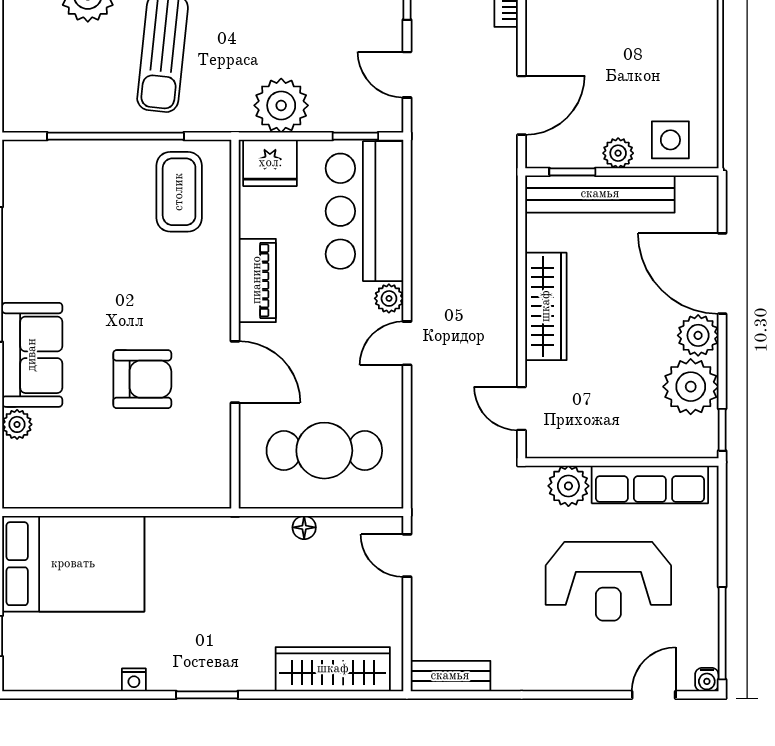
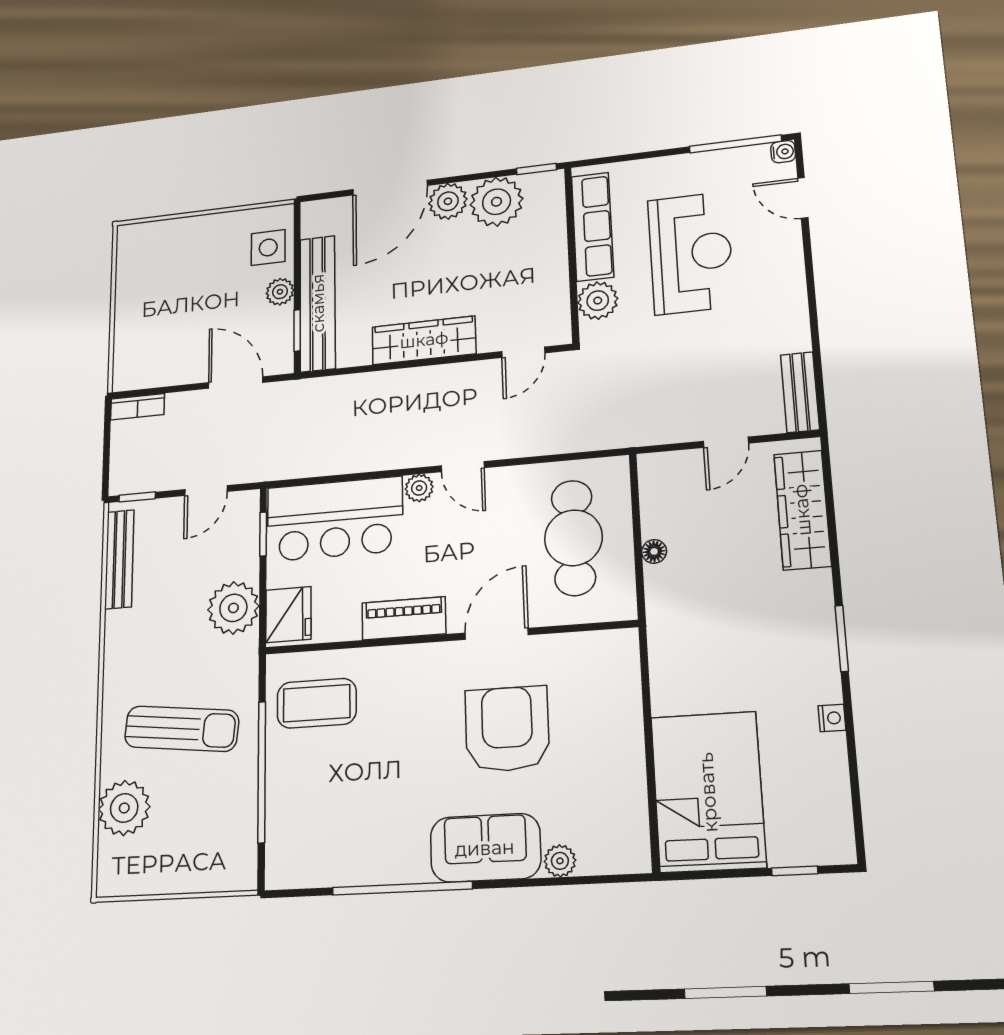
armchair: (142, 379) -> (507, 729), width x1.36, depth x1.36
door: (407, 556) -> (726, 442), moved

